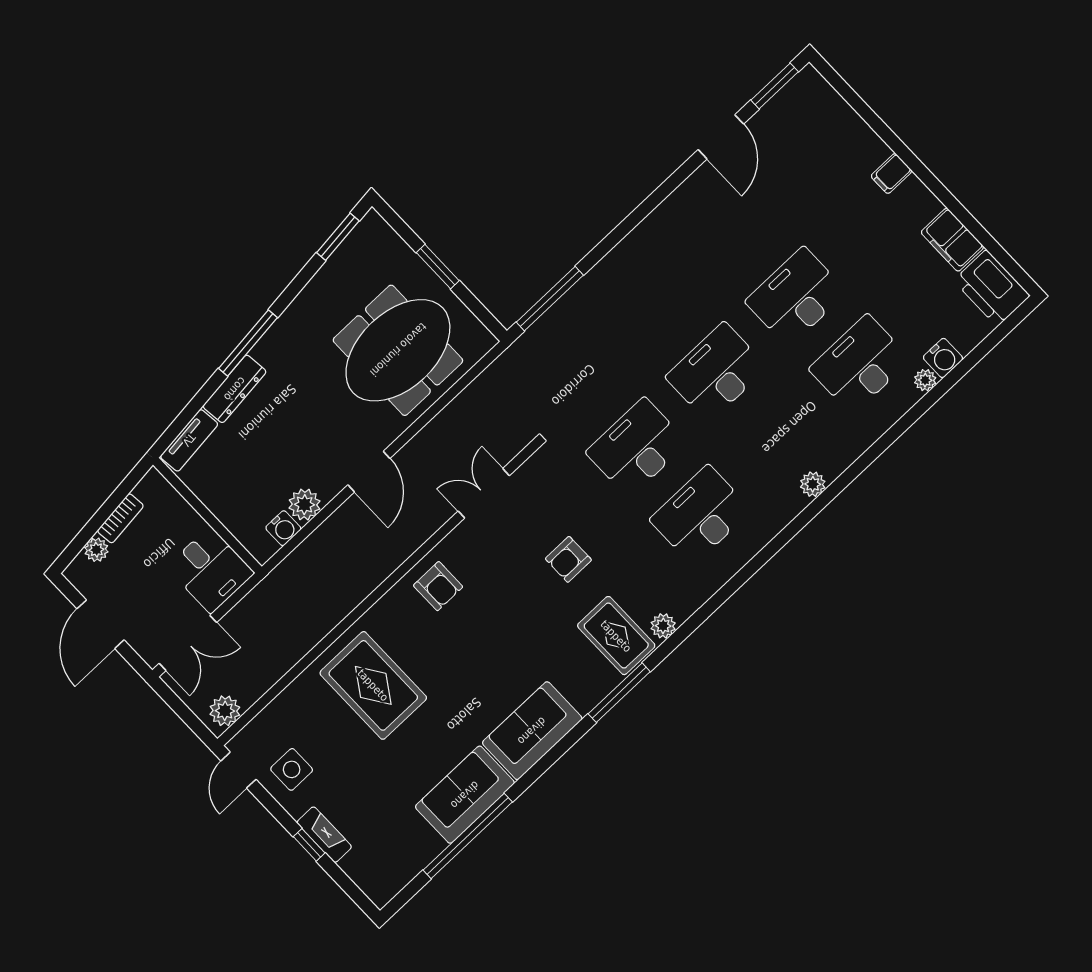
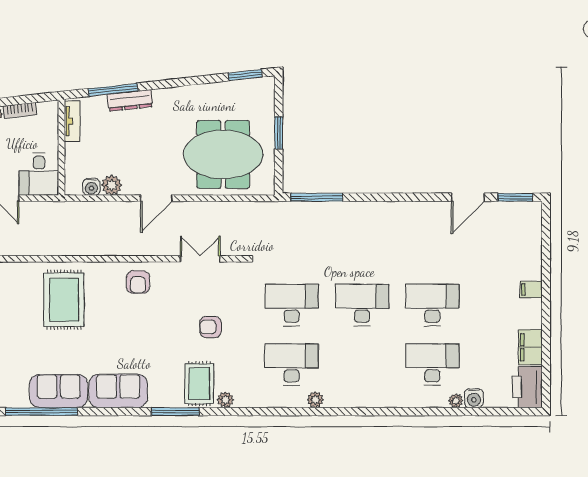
window: (248, 343) -> (113, 90), moved
tv unit: (189, 440) -> (72, 121), moved, turned -84
plant: (813, 484) -> (315, 400), moved

